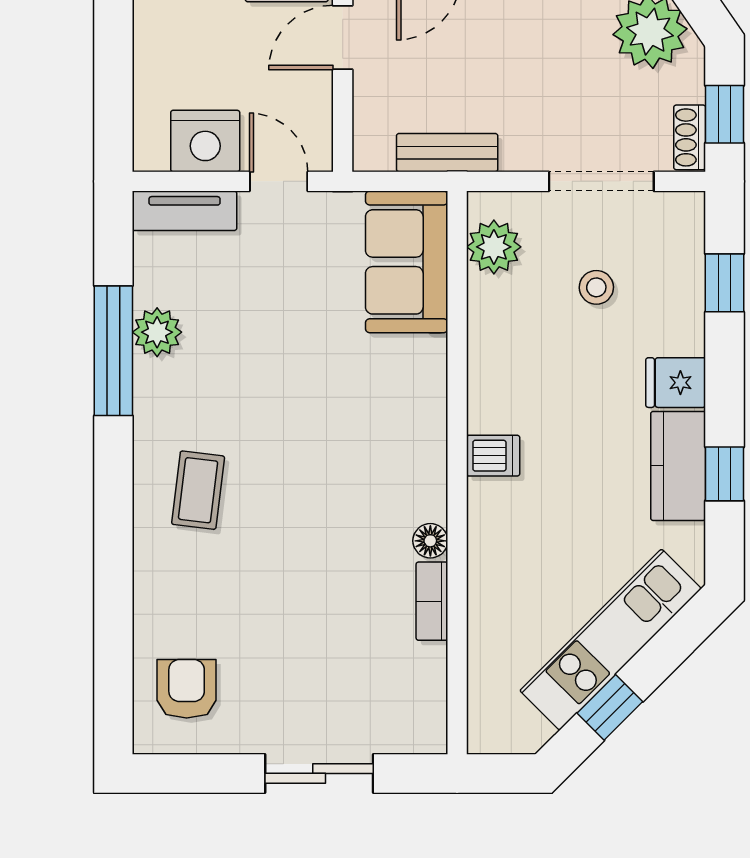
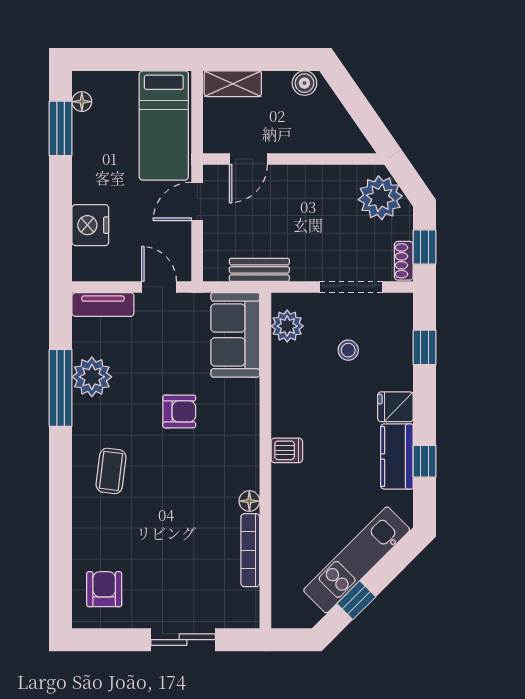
nightstand: (205, 141) -> (90, 225), moved, turned 90
plant: (157, 332) -> (92, 377), width x1.36, depth x1.36
armchair: (313, 390) -> (179, 411), added
bookcase: (432, 601) -> (250, 550), width x1.56

